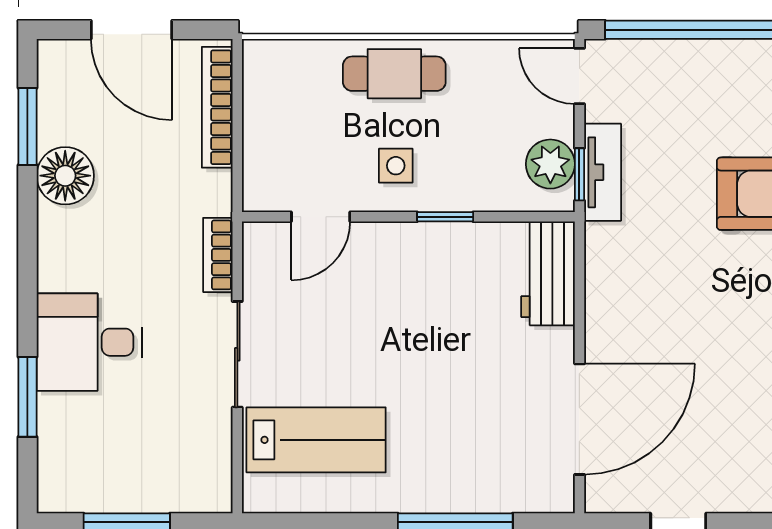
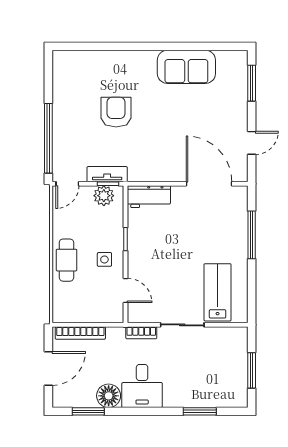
desk: (89, 342) -> (142, 386), moved

